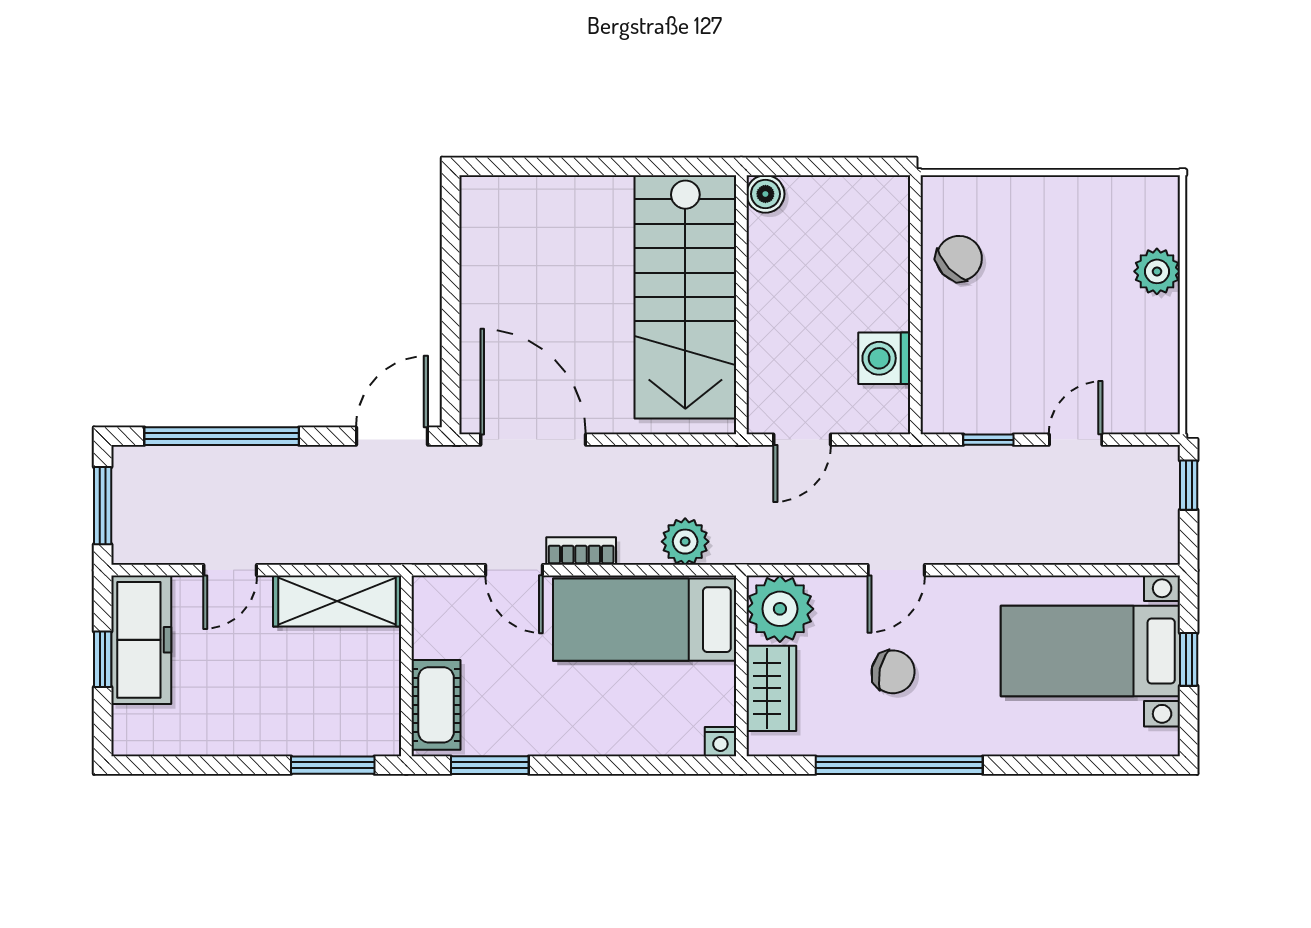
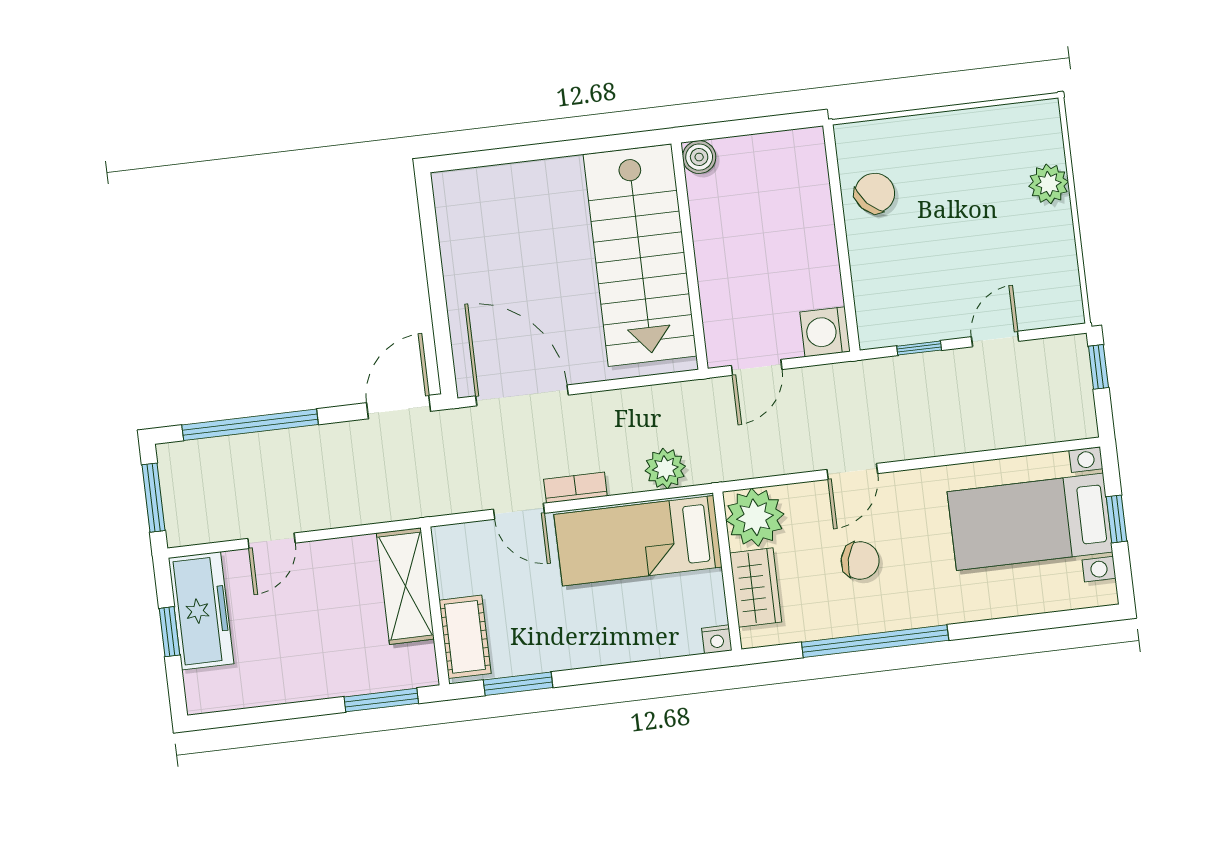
washing machine: (884, 358) -> (825, 332), moved
shelving: (337, 601) -> (405, 586), moved, turned 90

